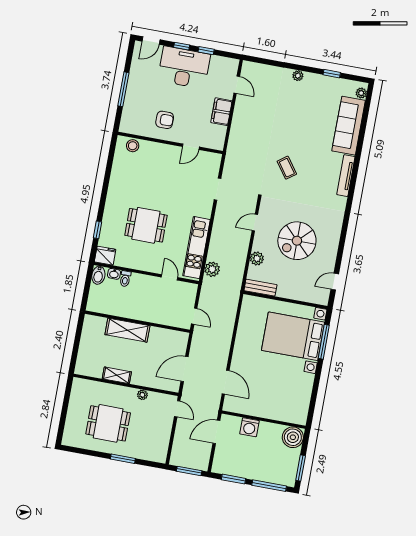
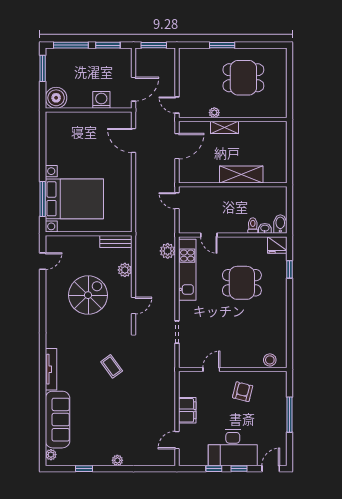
door: (237, 85) -> (177, 440), hinge flipped
armchair: (165, 120) -> (243, 392), turned 104
shelving: (117, 375) -> (224, 127), moved

